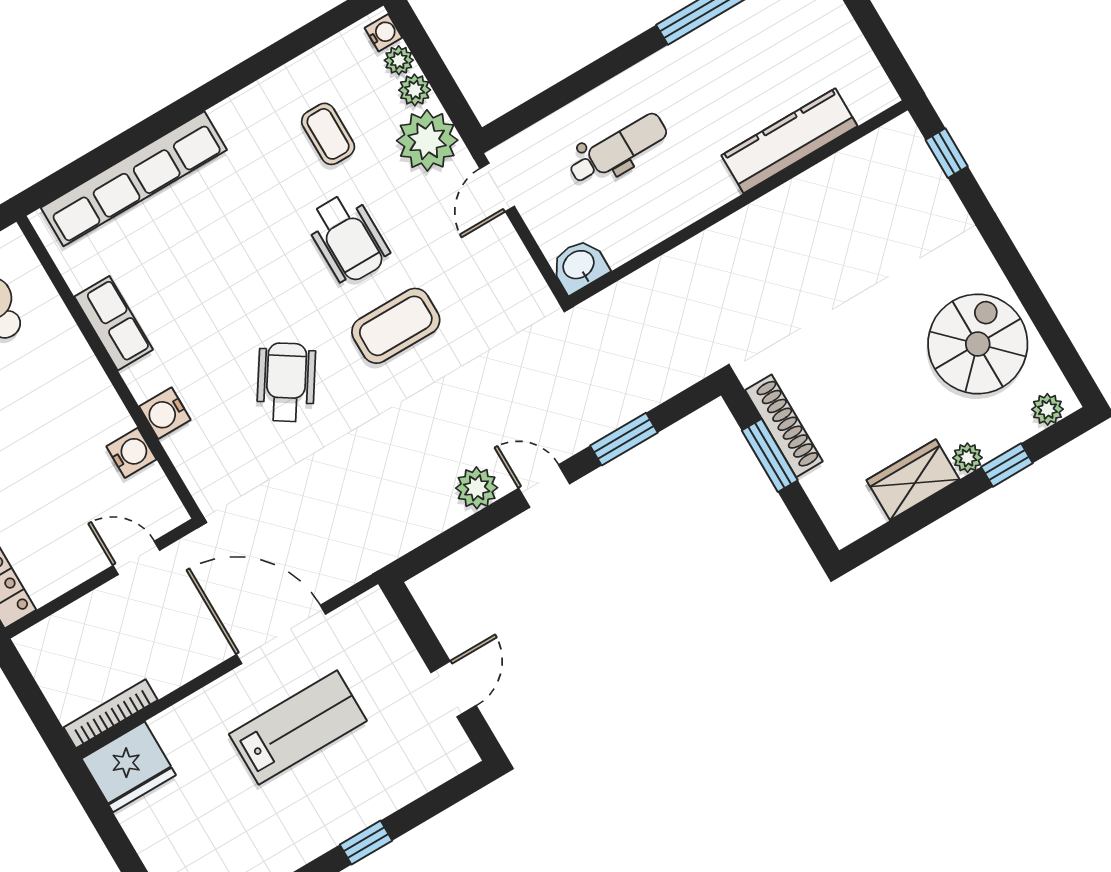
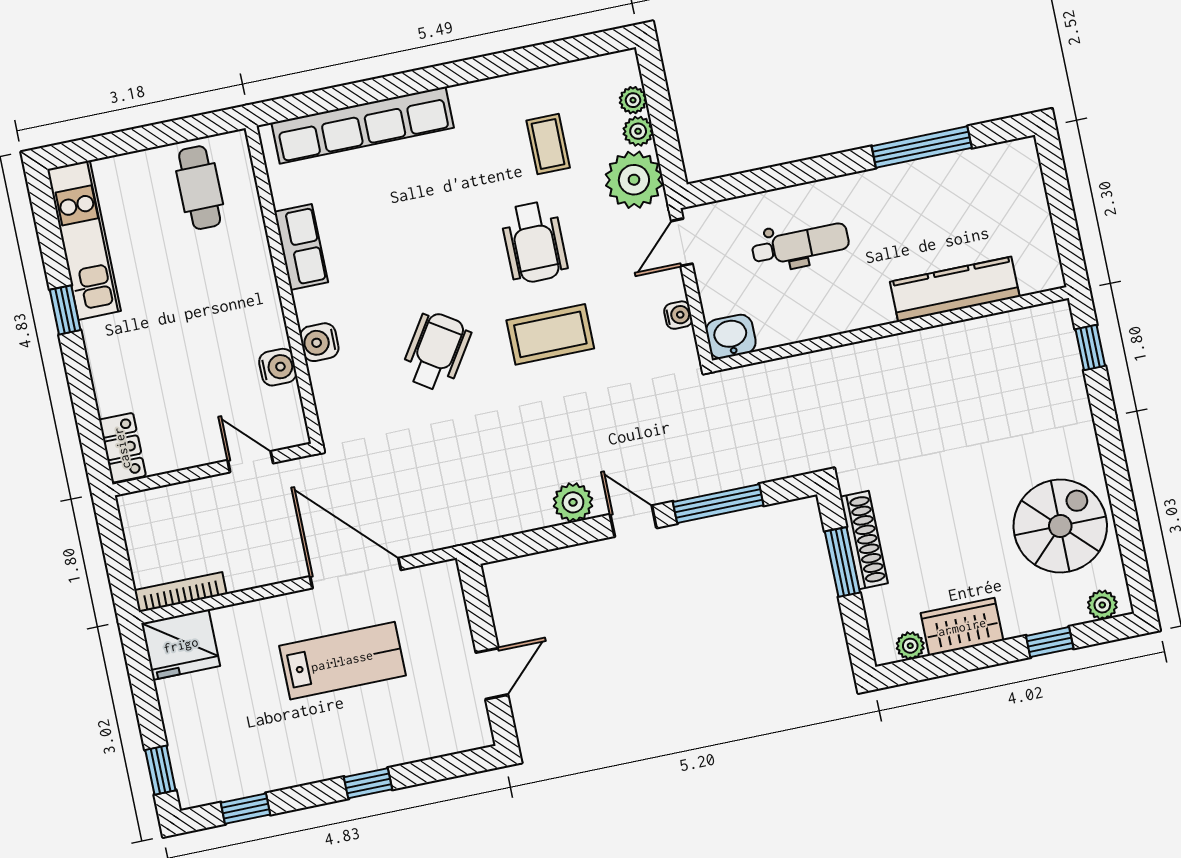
water cooler: (383, 33) -> (678, 315), moved
window: (624, 439) -> (718, 504), width x1.44
plant: (968, 458) -> (910, 646), moved

